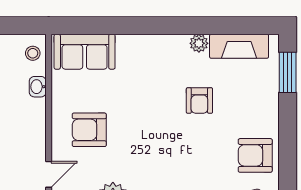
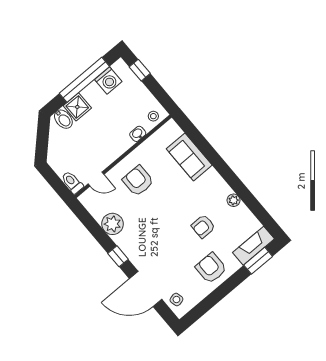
fireplace: (239, 46) -> (253, 246), moved, turned 90
sofa: (85, 52) -> (189, 157), moved
armchair: (255, 155) -> (211, 268), moved

